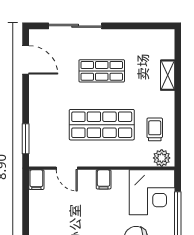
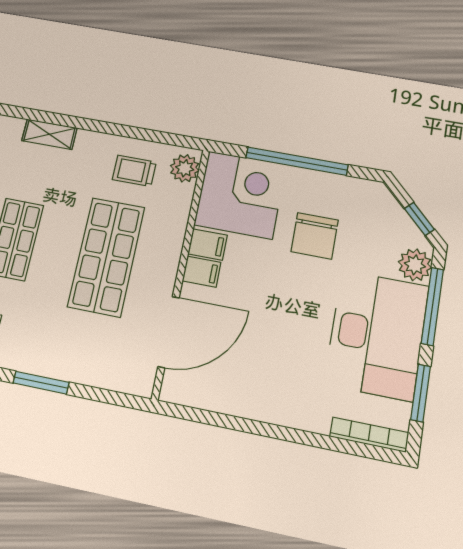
window: (26, 139) -> (41, 383), moved
door: (67, 168) -> (169, 332), width x1.87
filing cabinet: (36, 180) -> (208, 245), moved

